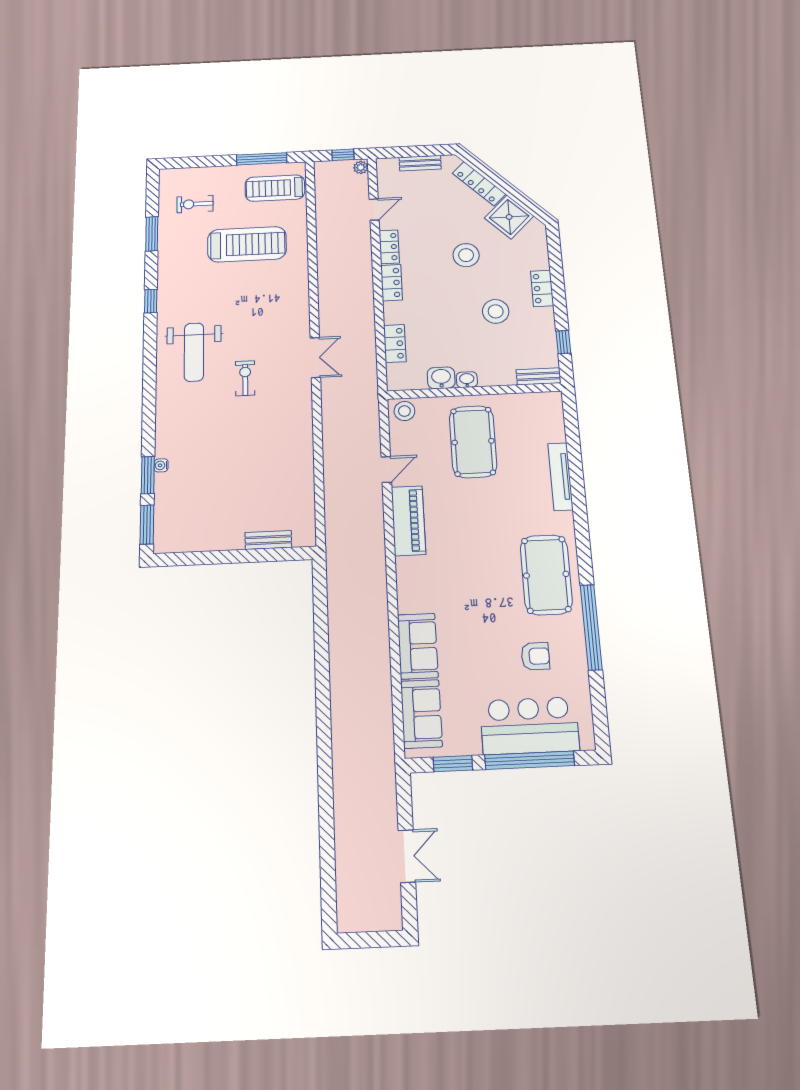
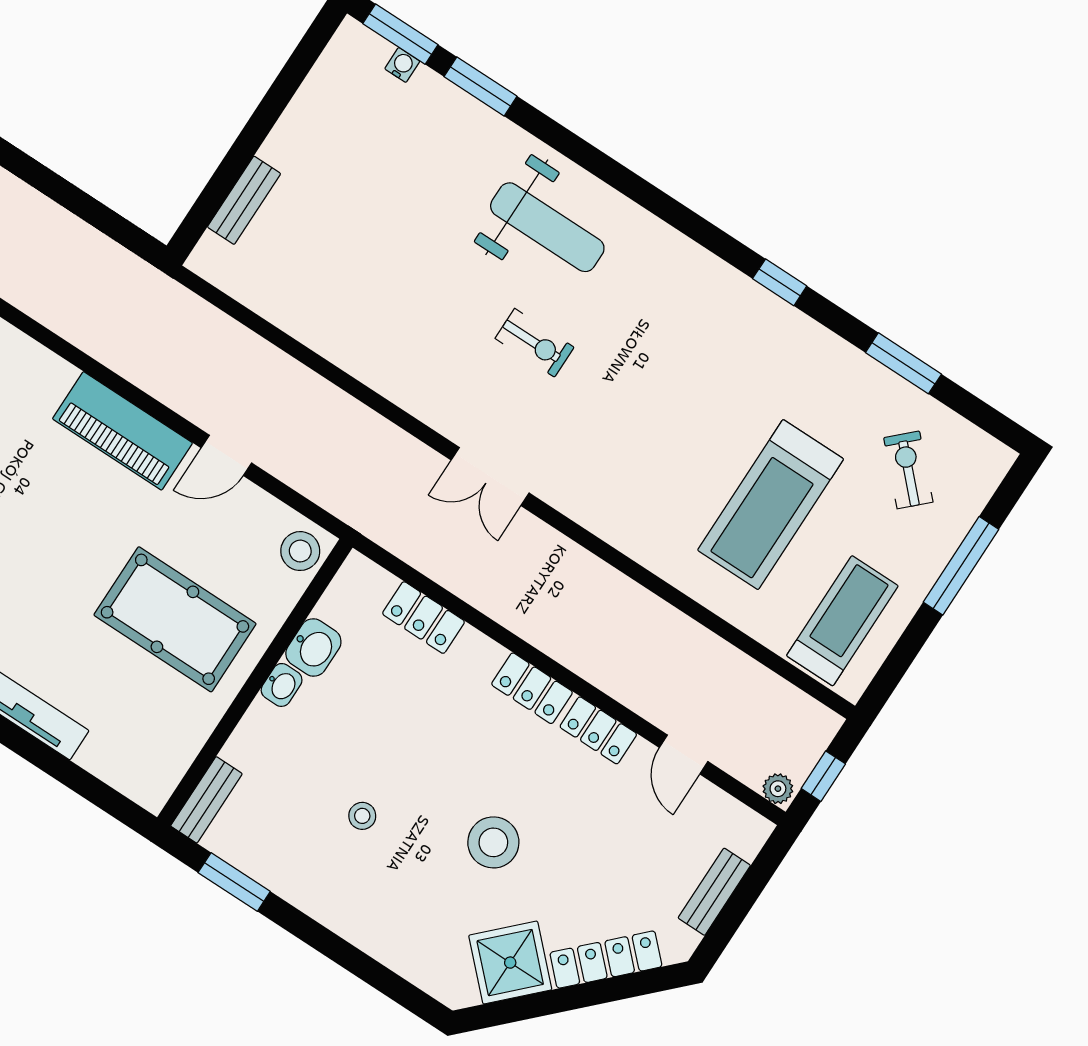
window: (262, 159) -> (961, 566), moved
exercise bike: (195, 204) -> (908, 470), turned -44
locker: (542, 288) -> (348, 919), removed
stool: (496, 311) -> (362, 816), width x0.53, depth x0.53
window: (563, 342) -> (234, 882), width x1.50
weight bench: (194, 352) -> (547, 227), moved, turned 180
water cooler: (161, 465) -> (402, 65), moved
door: (386, 470) -> (226, 455), hinge flipped

